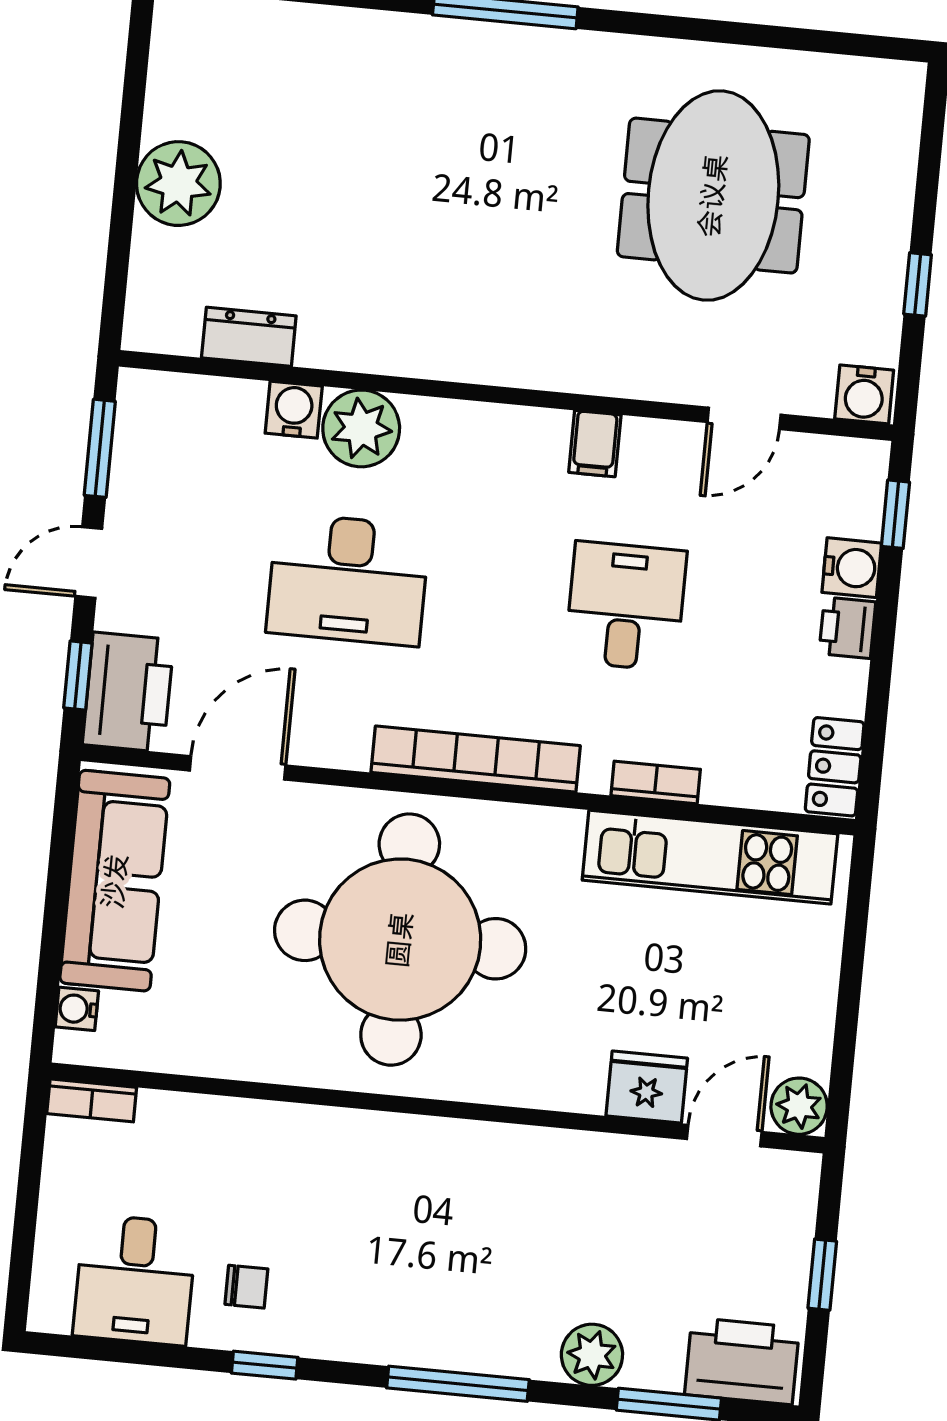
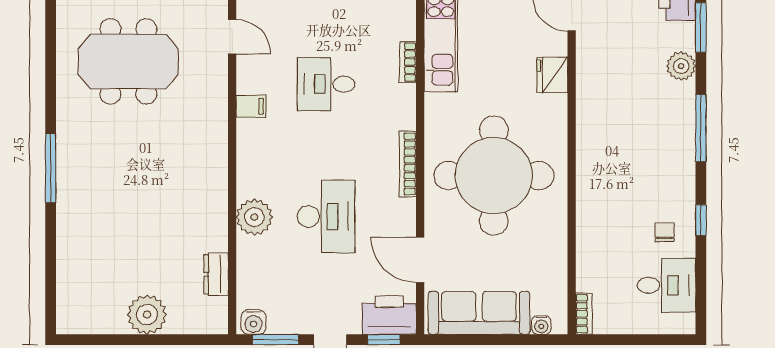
water cooler: (294, 410) -> (254, 322), moved, turned -90
bookcase: (476, 759) -> (408, 164), width x0.68, depth x0.76
fridge: (647, 1087) -> (552, 75), moved

